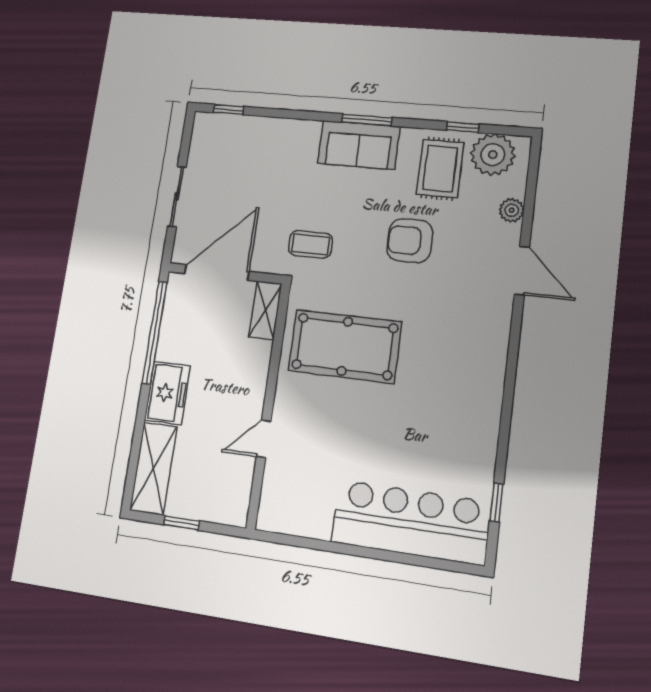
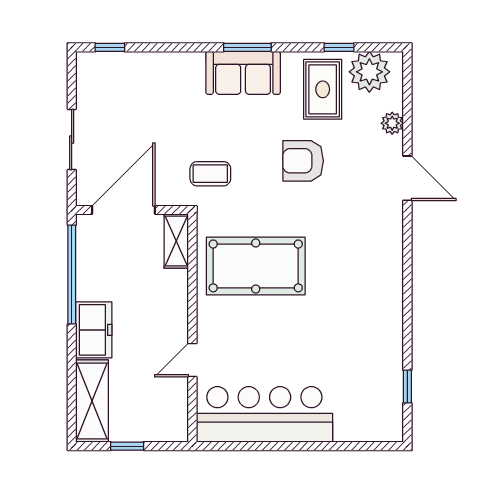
bar counter: (411, 522) -> (264, 414), moved

